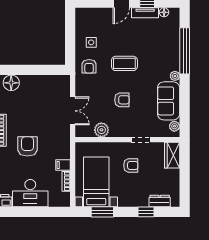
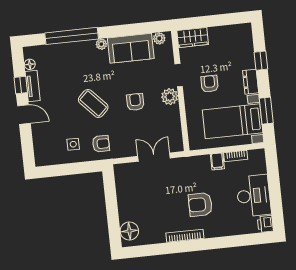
coffee table: (124, 63) -> (93, 104), turned -43
plant: (101, 130) -> (170, 97), moved
dresser: (160, 201) -> (251, 82), moved

